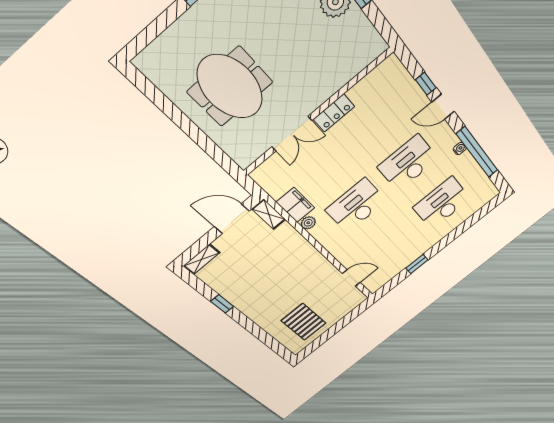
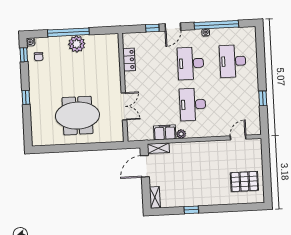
locker: (334, 113) -> (129, 60), moved

